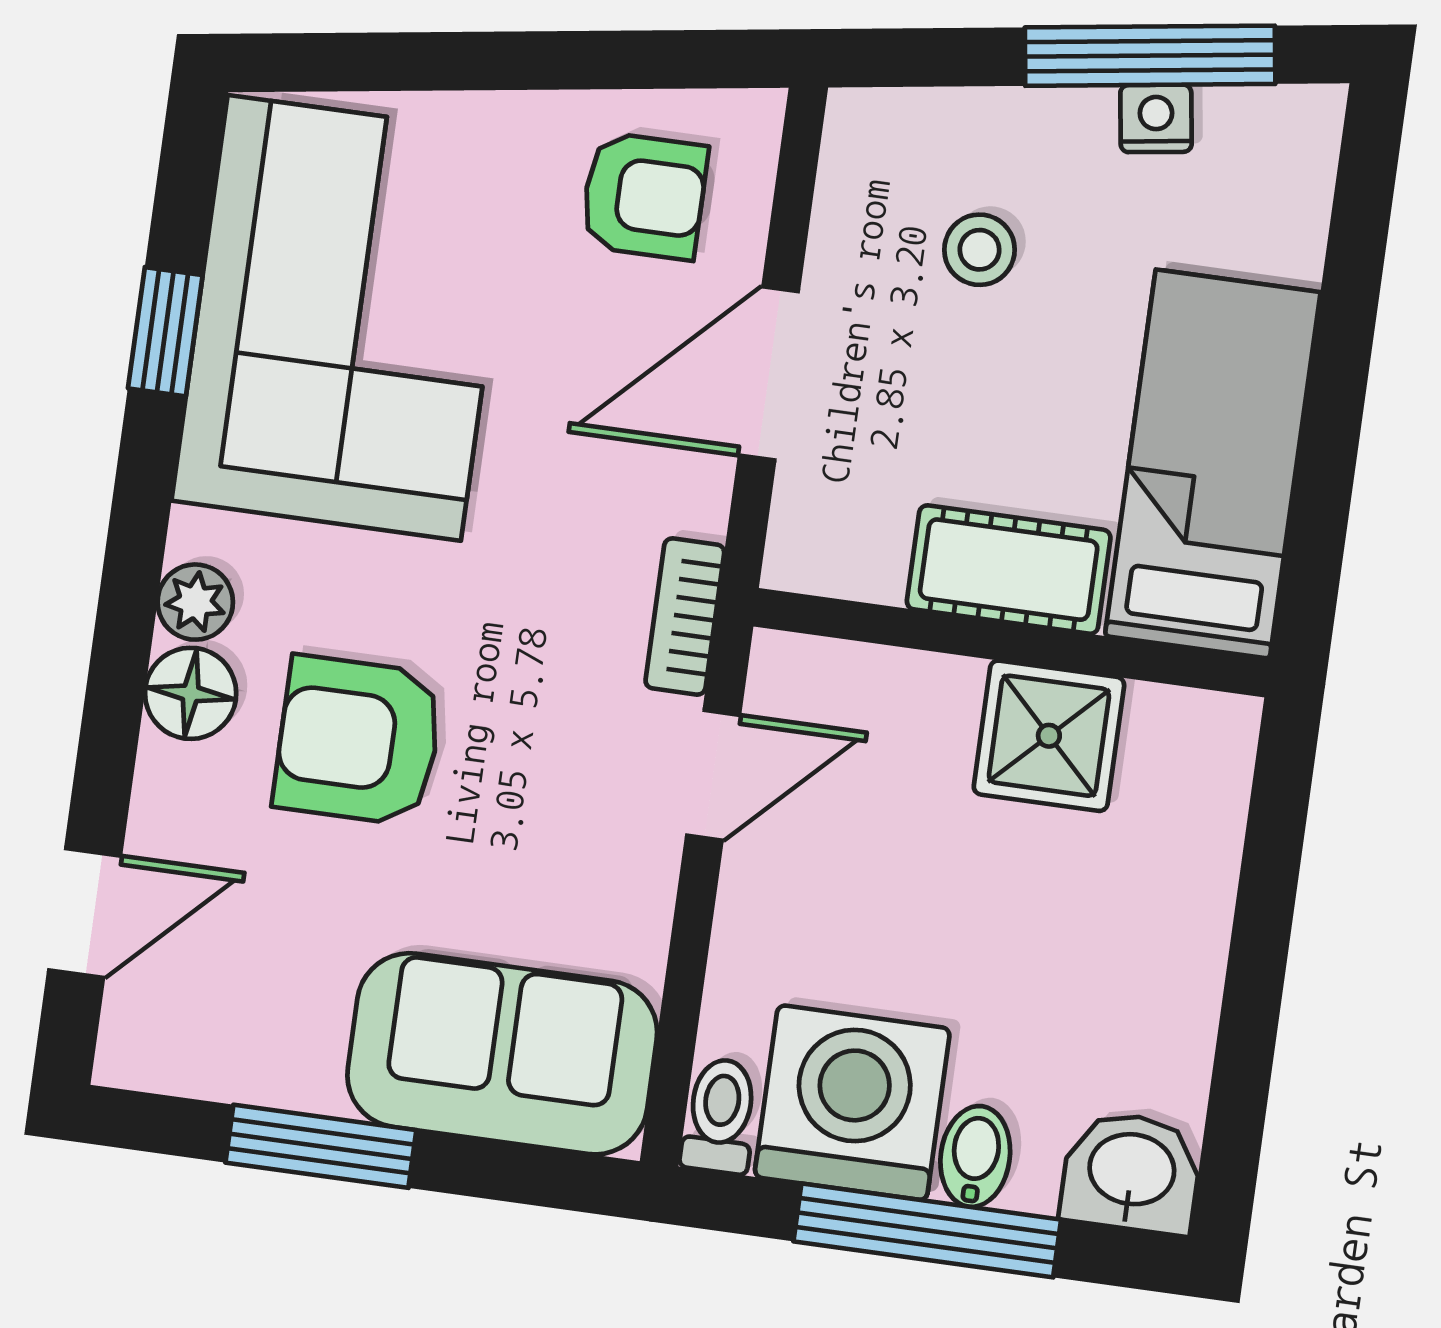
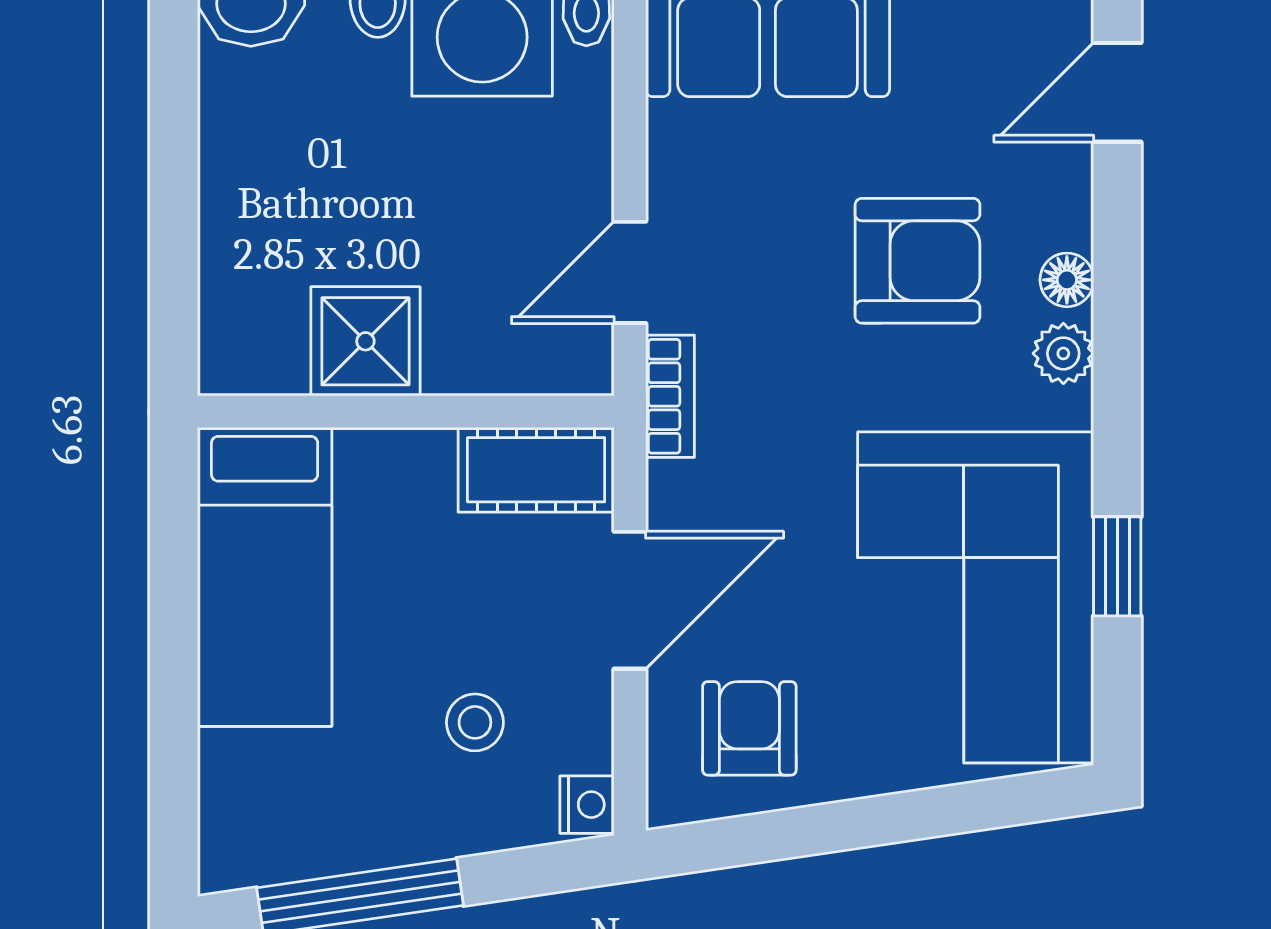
nightstand: (1156, 118) -> (587, 805), moved, turned -82
armchair: (644, 196) -> (749, 728), turned 90
cot: (1009, 570) -> (536, 470), moved
floor lamp: (191, 693) -> (1067, 280), width x0.73, depth x0.73

